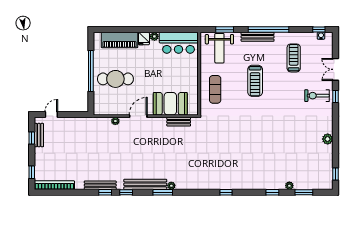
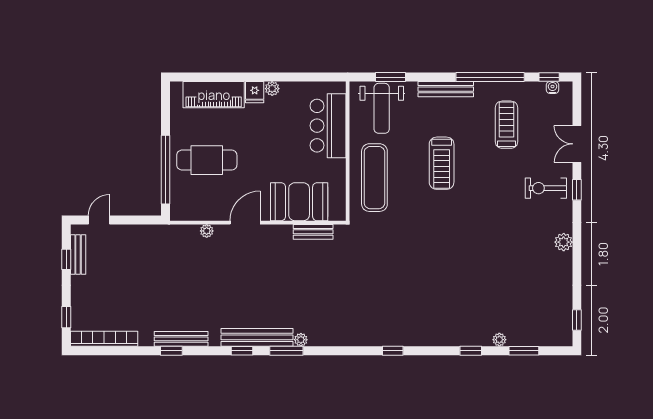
window: (269, 30) -> (490, 77), moved
bar counter: (179, 43) -> (328, 126), moved, turned 90
window: (91, 71) -> (166, 170), moved
exercise mat: (215, 89) -> (374, 178), width x1.36, depth x1.45
plant: (328, 139) -> (564, 242), moved
window: (105, 192) -> (171, 351), moved
window: (126, 192) -> (242, 351), moved

